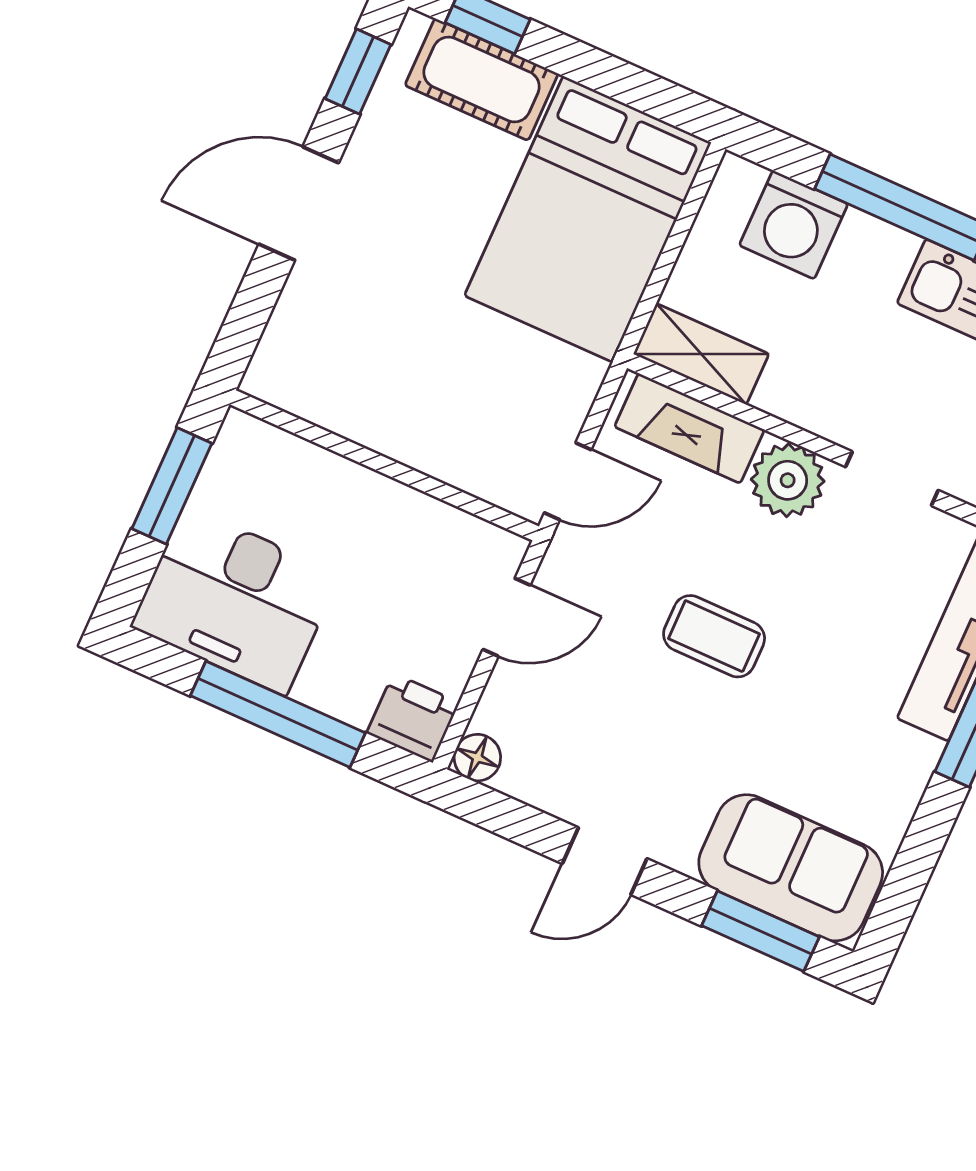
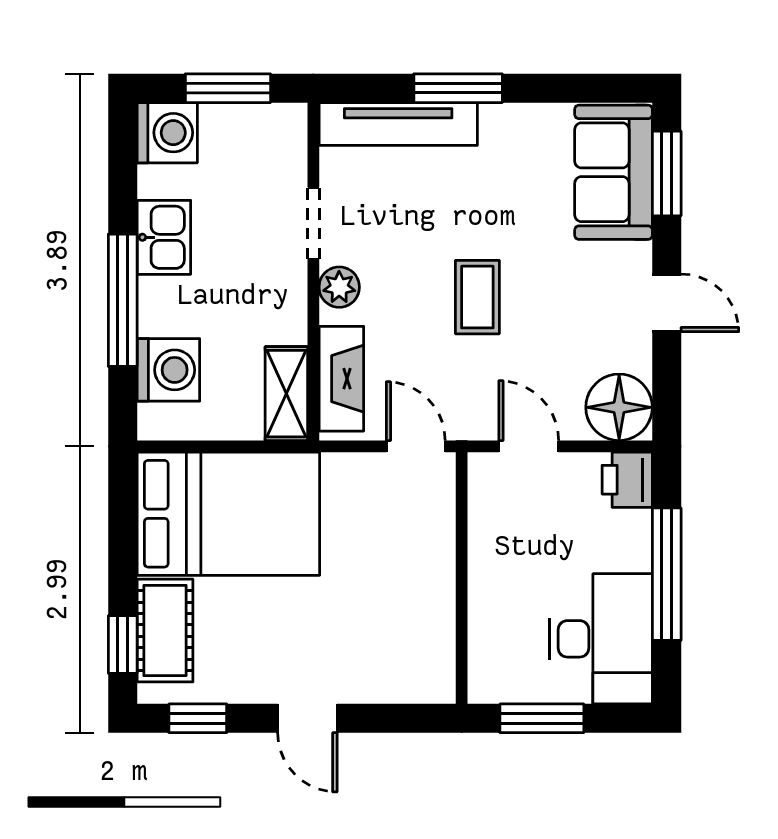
door: (299, 203) -> (307, 718), width x0.73
plant: (788, 480) -> (339, 287), width x0.73, depth x0.73
floor lamp: (477, 758) -> (619, 407), width x1.89, depth x1.89

